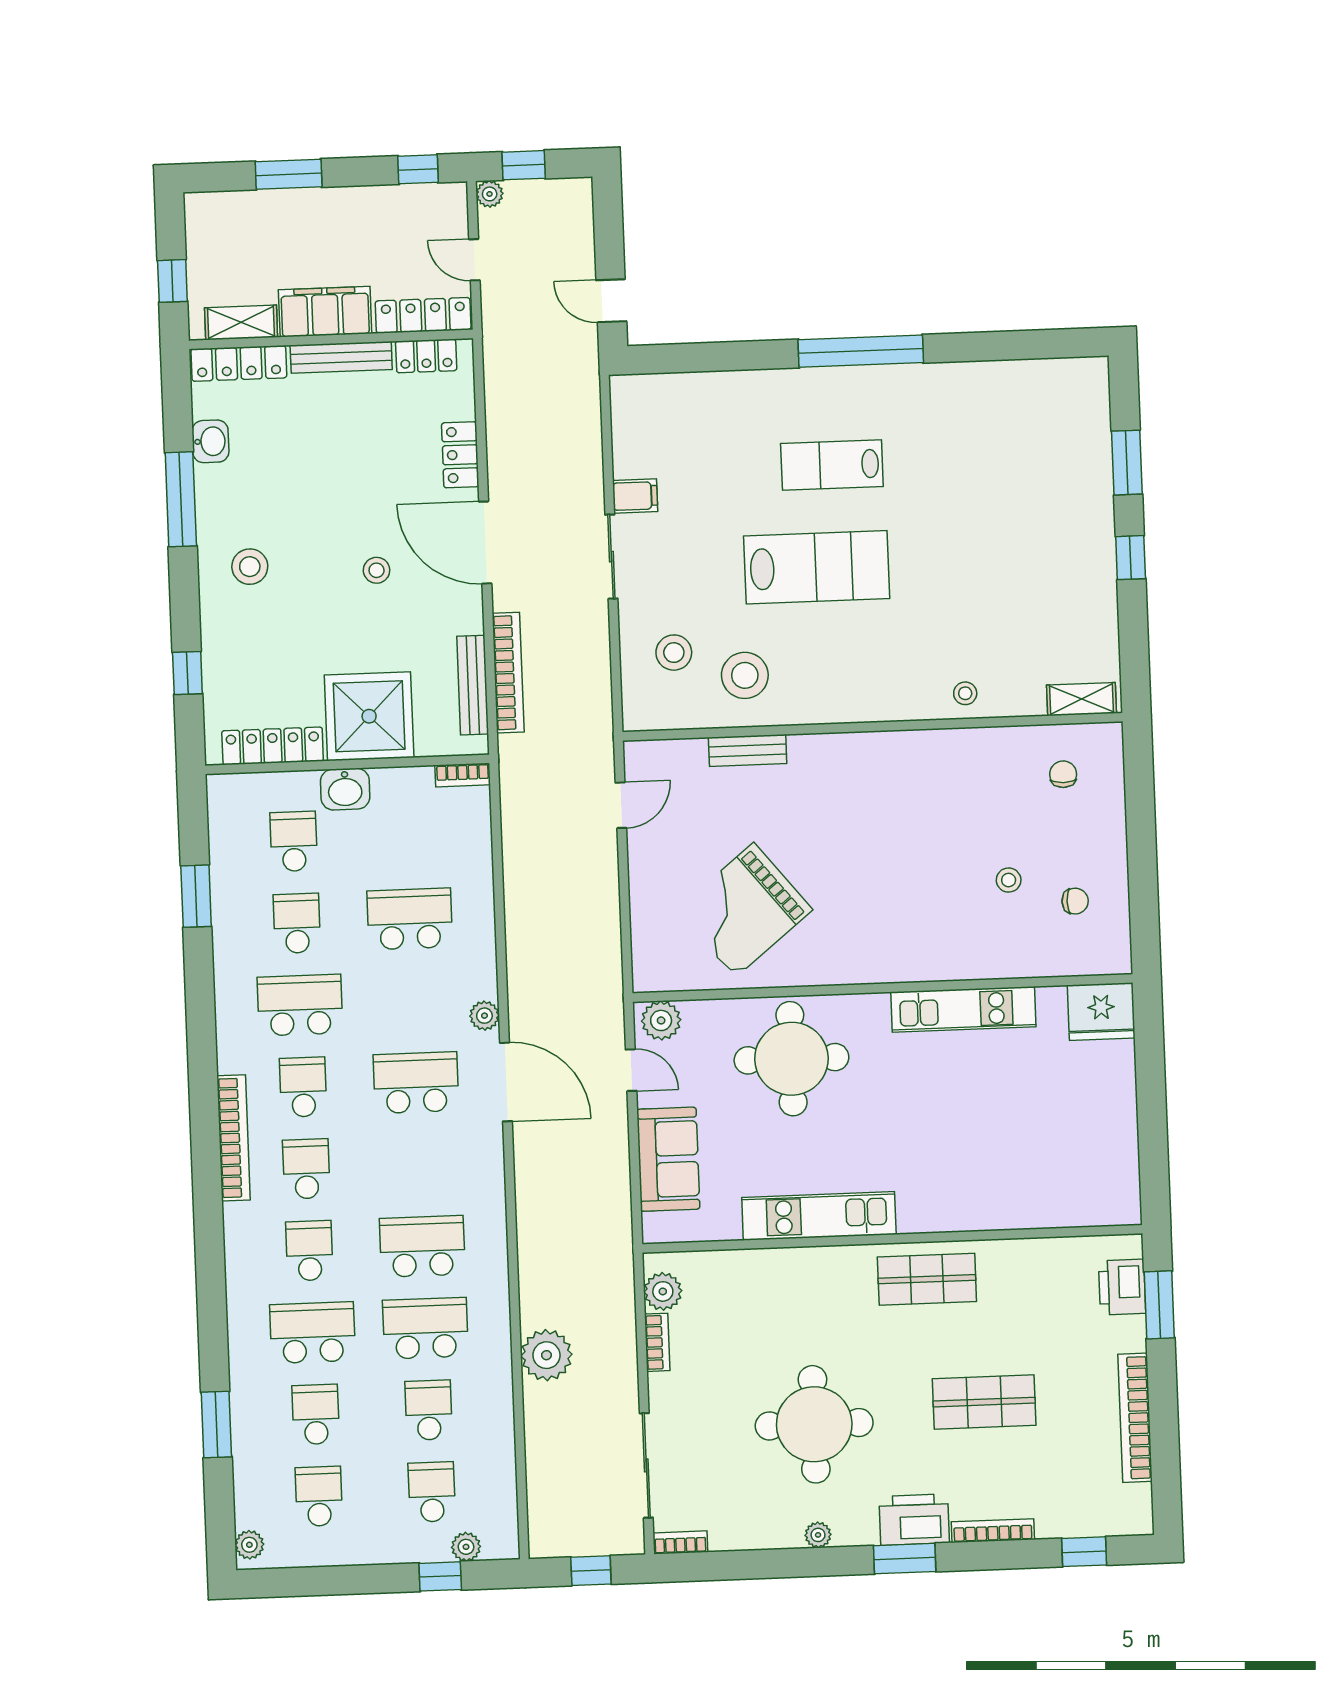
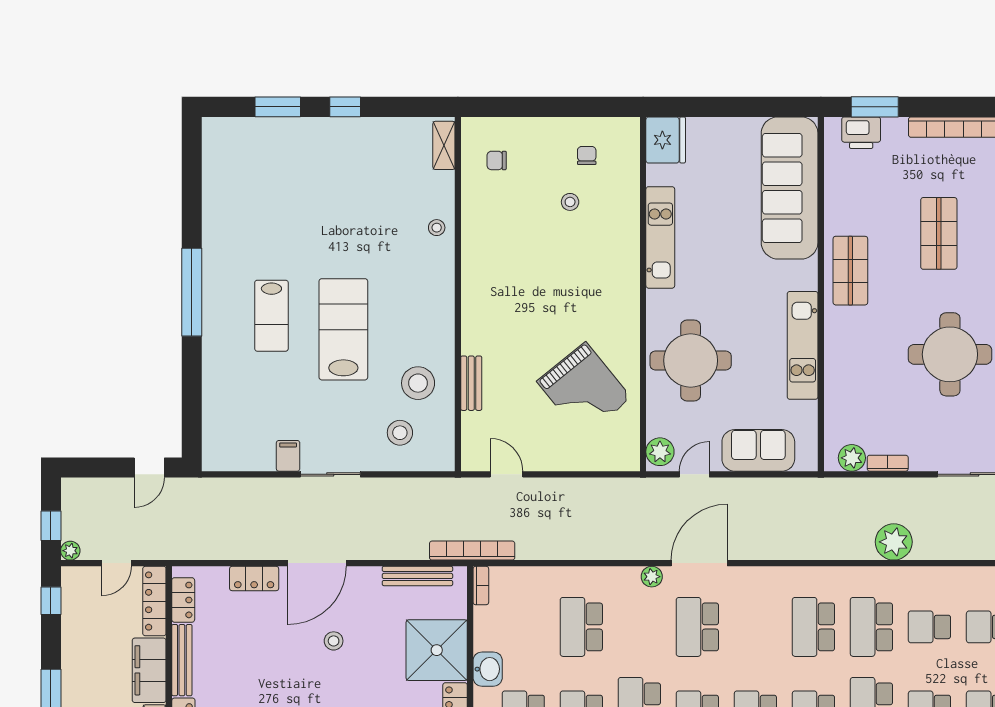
bookcase: (508, 673) -> (472, 551), moved
sofa: (1040, 1189) -> (790, 188), added

